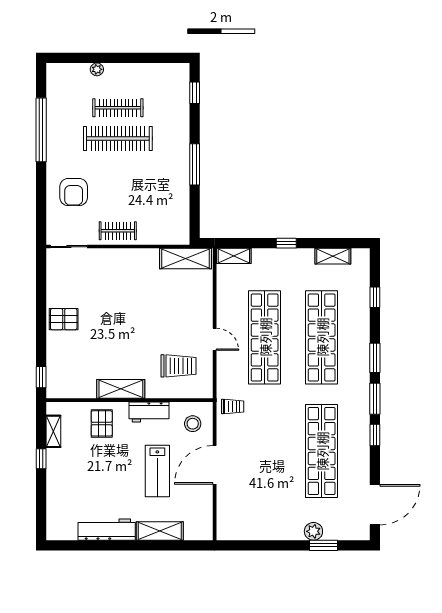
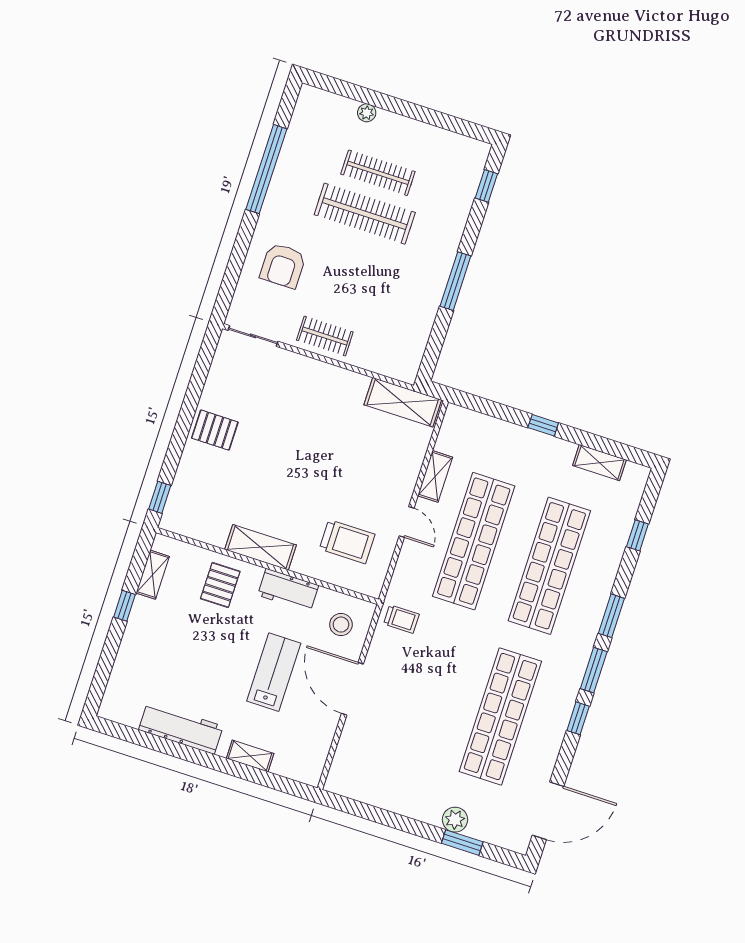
shelving: (234, 256) -> (435, 476), moved, turned 90
door: (215, 465) -> (352, 689), hinge flipped
lab bench: (157, 471) -> (274, 672), turned 180
shelving: (160, 531) -> (250, 756), width x0.67, depth x0.75

